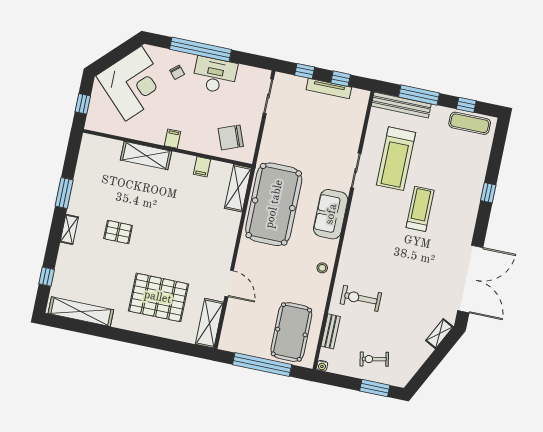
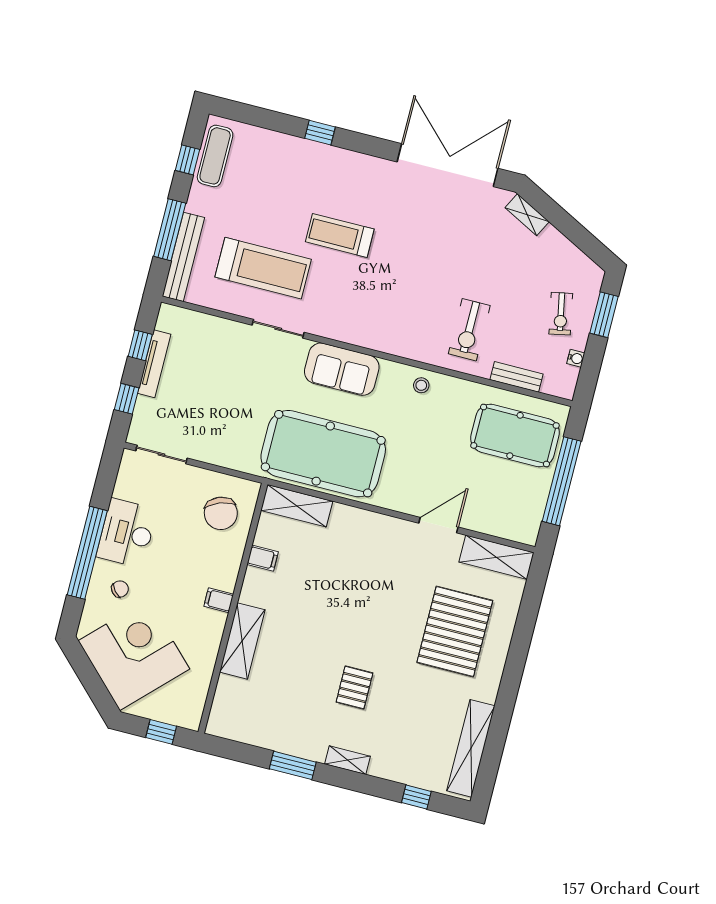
water cooler: (322, 366) -> (576, 358), moved

